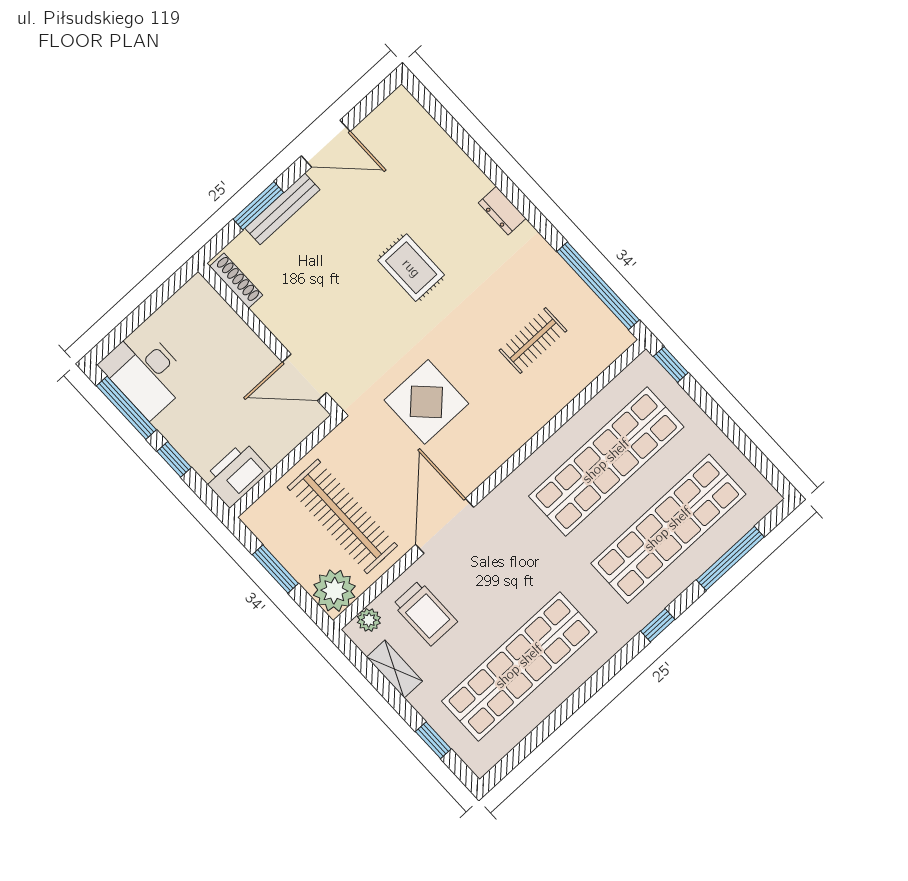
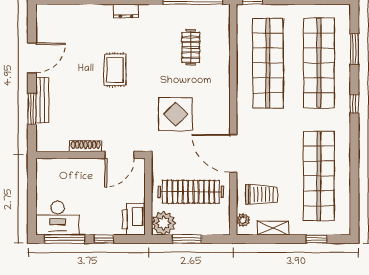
rug: (411, 268) -> (115, 70), turned 90
shoe rack: (236, 281) -> (86, 146), moved
window: (730, 558) -> (354, 49), width x0.69
plant: (334, 591) -> (164, 223), moved

